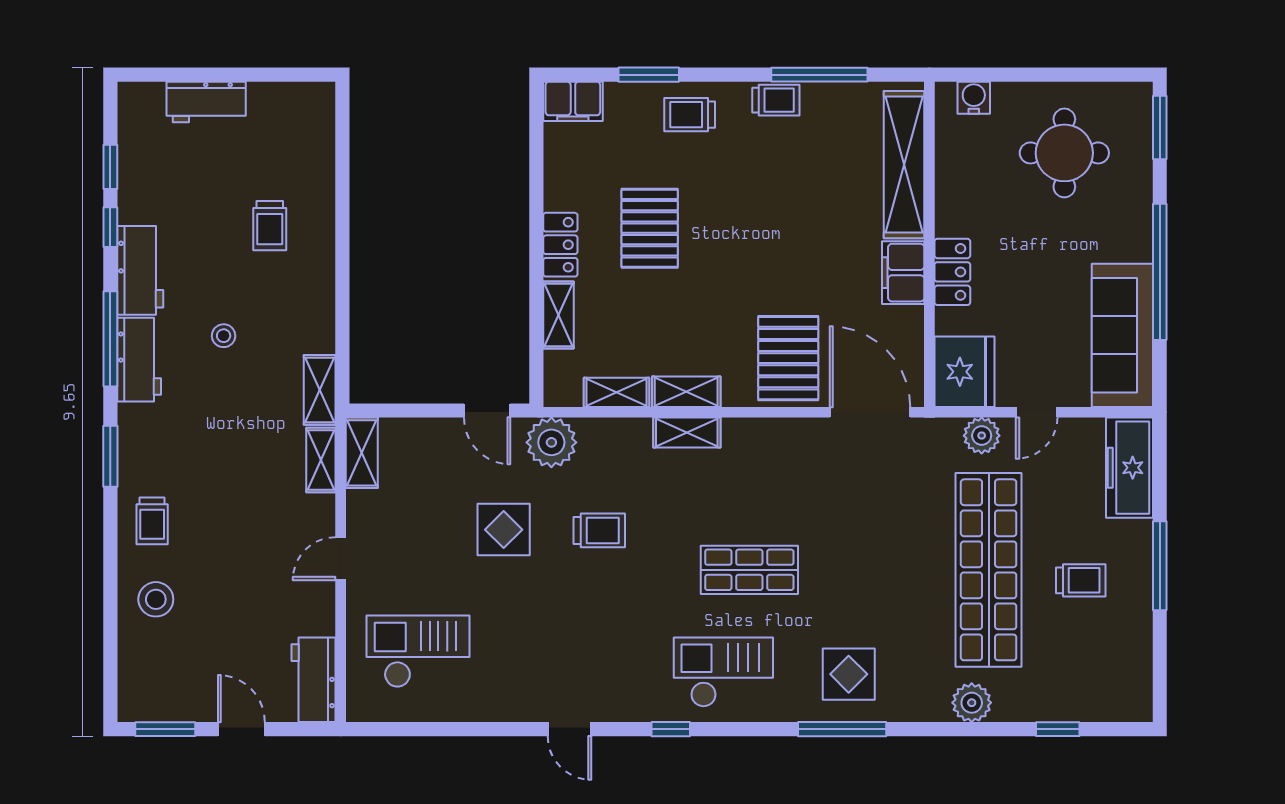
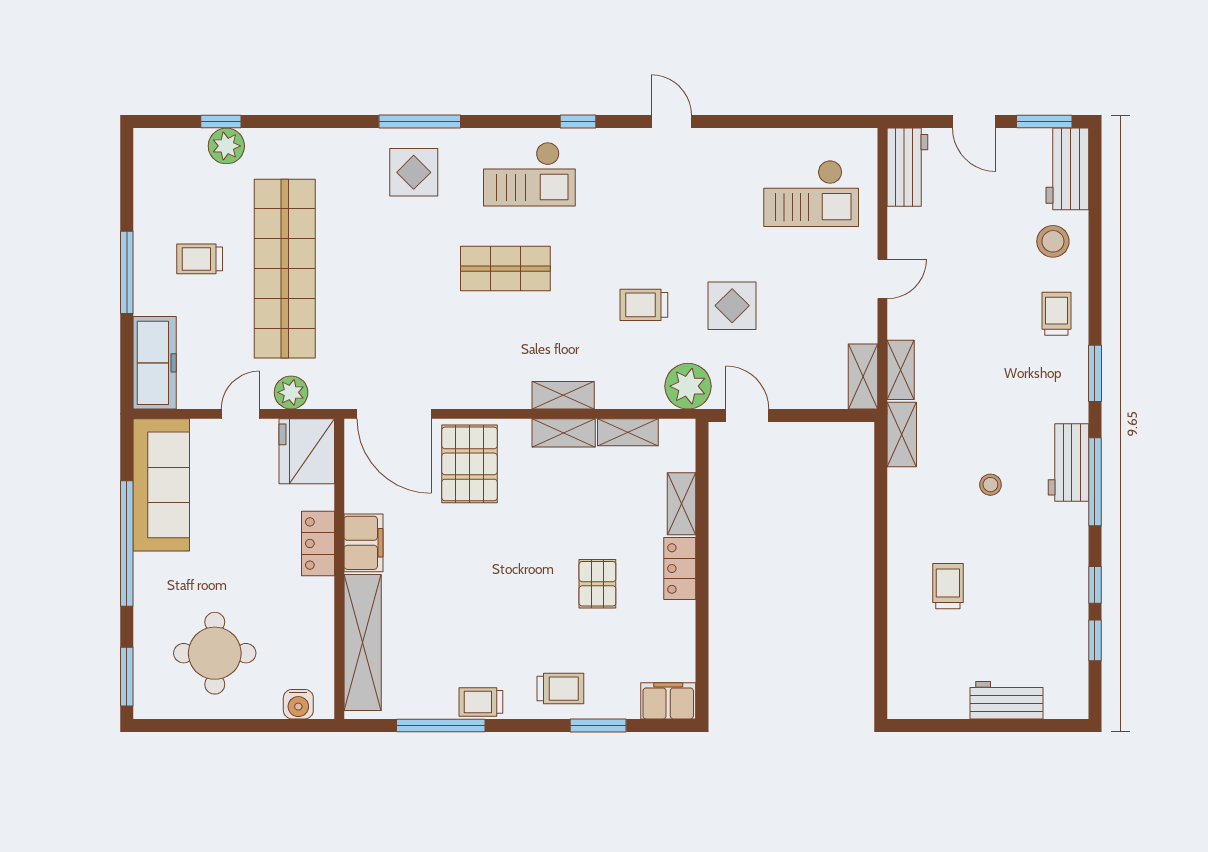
pallet: (650, 228) -> (597, 584), width x0.67, depth x0.71
workbench: (140, 270) -> (1067, 169), moved
plant: (972, 703) -> (226, 146), moved

